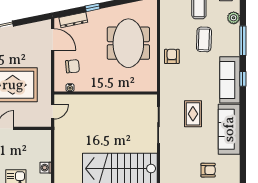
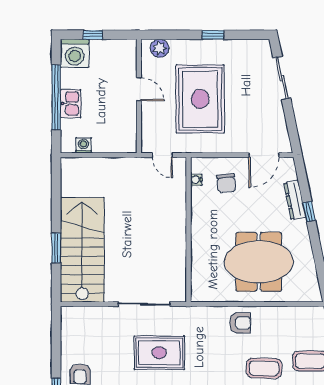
dresser: (73, 20) -> (295, 200), moved
rug: (193, 114) -> (159, 353), width x1.36, depth x1.43

